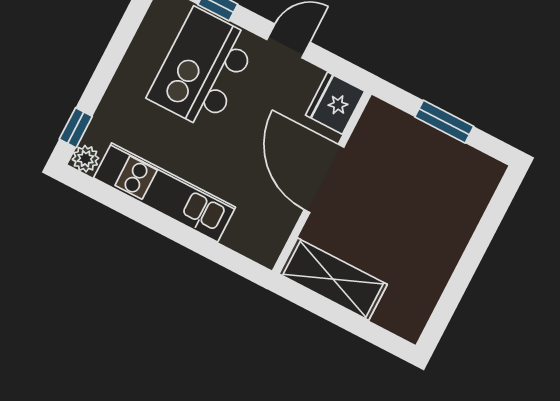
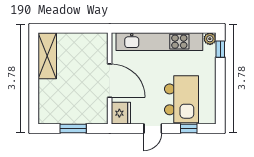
kitchen unit: (165, 192) -> (159, 42), width x1.36
shelving: (333, 279) -> (47, 56), moved, turned 90

